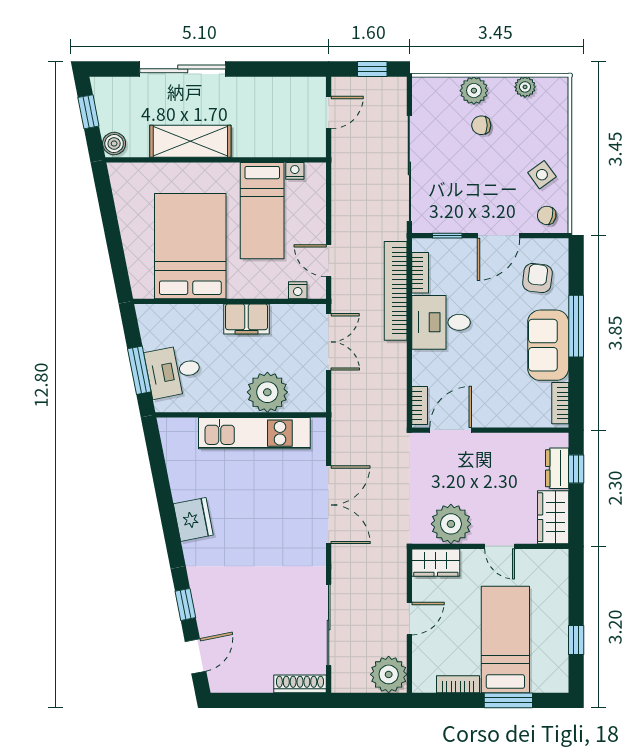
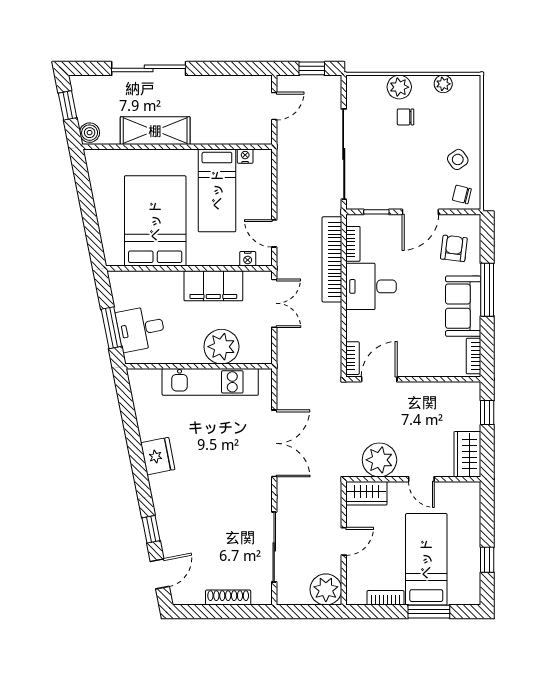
filing cabinet: (247, 319) -> (213, 286), width x1.50, depth x1.17
dresser: (557, 468) -> (471, 412), removed
shoe rack: (300, 684) -> (228, 598), moved

